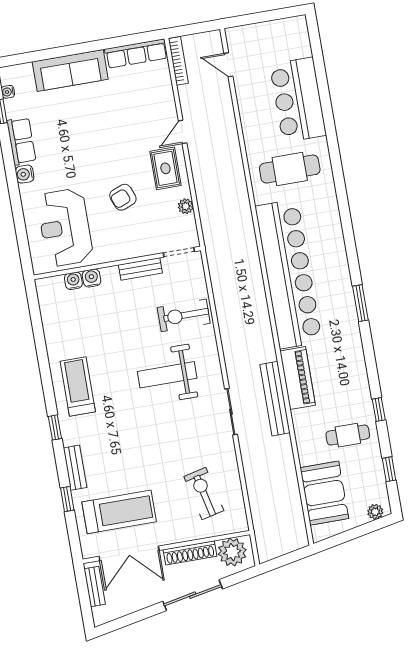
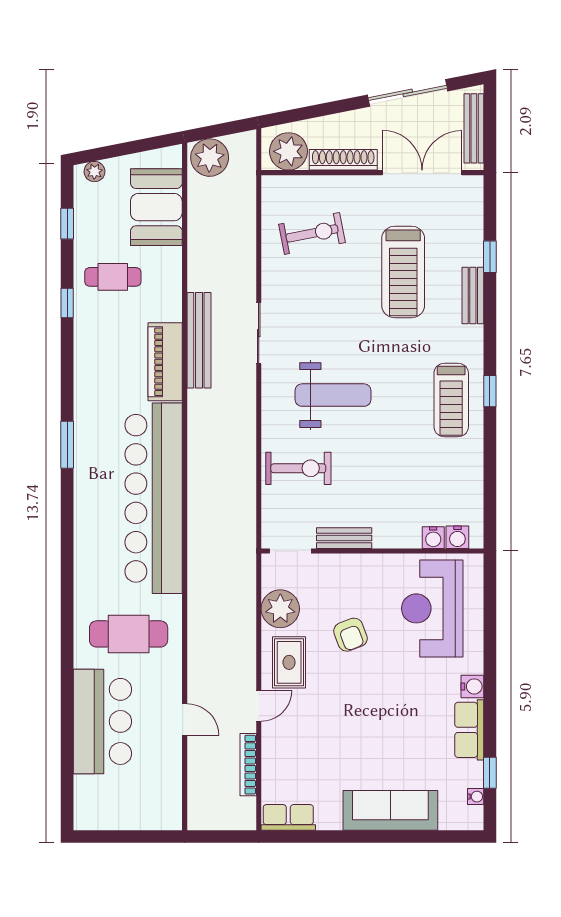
row of seats: (136, 54) -> (288, 817), width x0.68
bookcase: (178, 61) -> (248, 765), moved
door: (228, 65) -> (185, 720), moved
armchair: (123, 197) -> (350, 635), turned 90
plant: (186, 206) -> (280, 609), width x1.87, depth x1.87
reception desk: (65, 227) -> (432, 608), turned 180
water cooler: (92, 278) -> (457, 537), moved
window: (55, 427) -> (490, 391), moved
exercise bike: (204, 494) -> (312, 233), turned -88
treadmill: (119, 512) -> (403, 272), moved, turned -90
plant: (291, 537) -> (210, 158), added
bench: (95, 587) -> (474, 128), width x1.36
sliding door: (193, 595) -> (408, 93), moved

